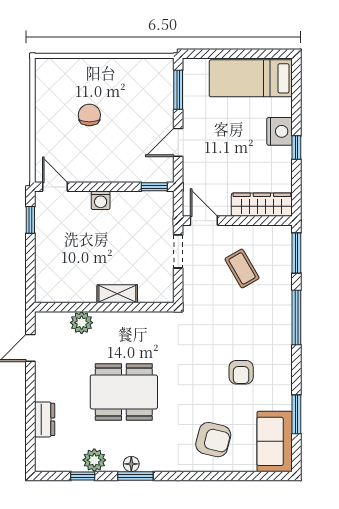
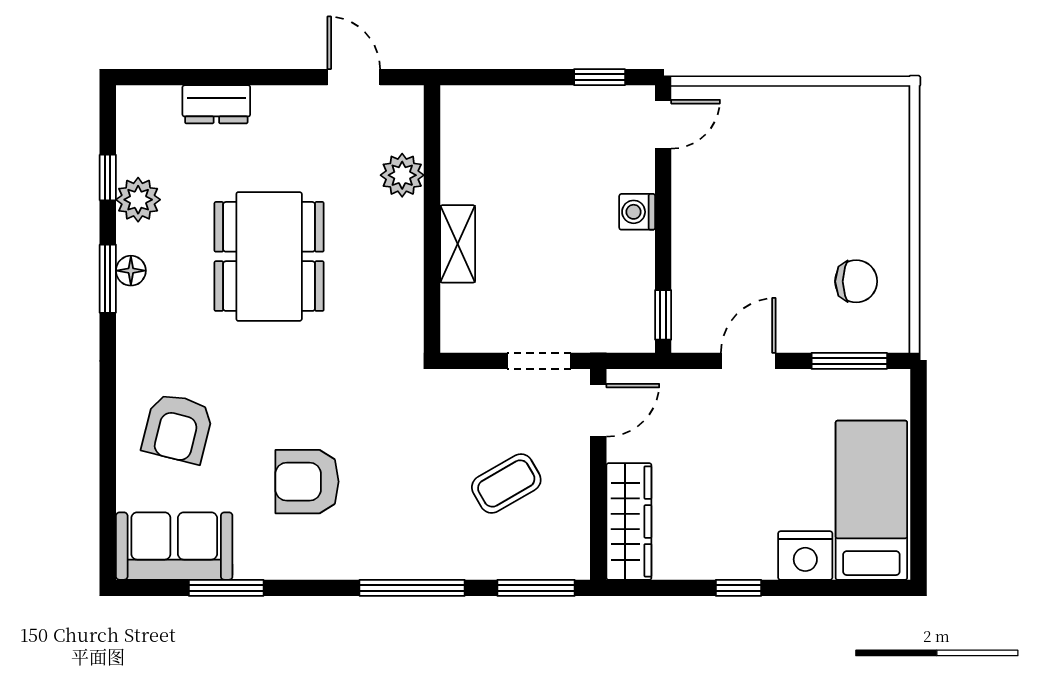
chair: (89, 115) -> (856, 281), moved
nightstand: (280, 131) -> (805, 556), moved
door: (178, 142) -> (748, 361), hinge flipped
armchair: (241, 372) -> (307, 482), width x1.38, depth x1.38

